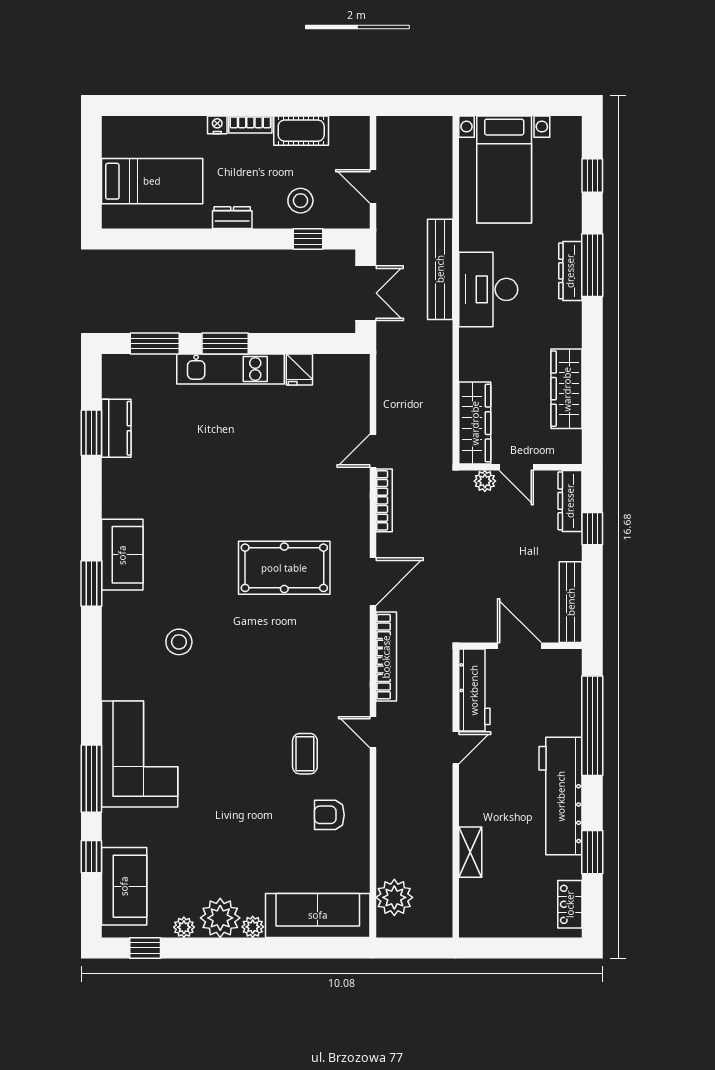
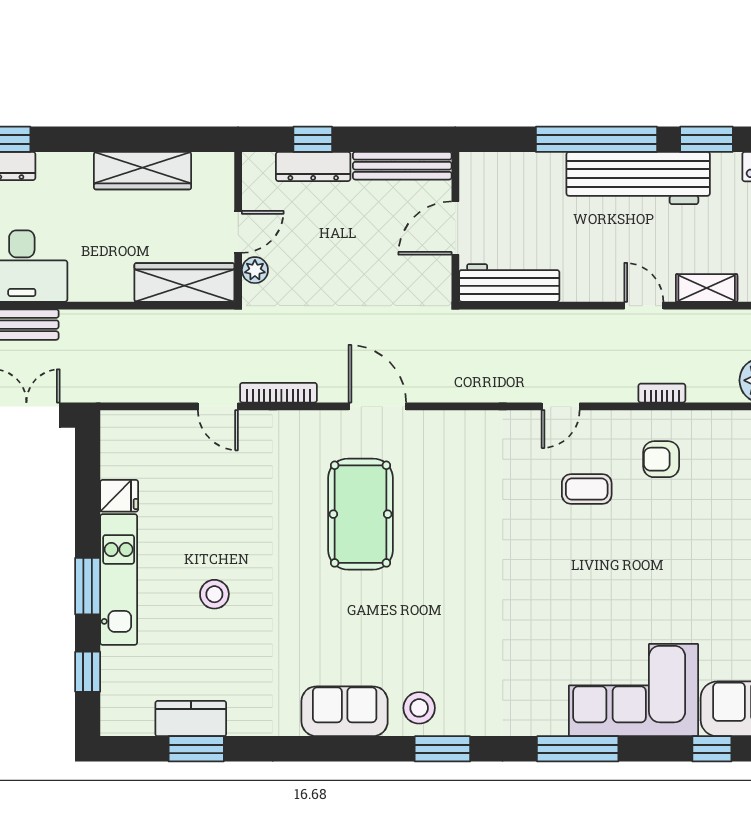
window: (155, 344) -> (88, 672), width x0.67
stool: (218, 448) -> (214, 594), added
dresser: (570, 501) -> (313, 166), moved
window: (91, 584) -> (442, 749), moved
stool: (179, 642) -> (419, 708), moved
bookcase: (386, 657) -> (662, 393), moved, width x0.43, depth x0.76
window: (592, 726) -> (596, 139), moved
door: (456, 748) -> (644, 306), moved
corner sofa: (140, 754) -> (633, 690), moved
window: (91, 779) -> (578, 749), moved
armchair: (329, 815) -> (661, 459), turned 90

